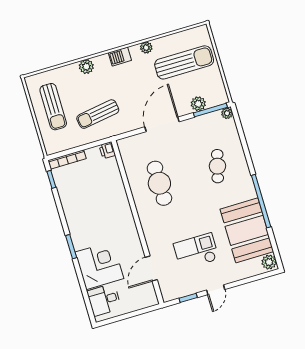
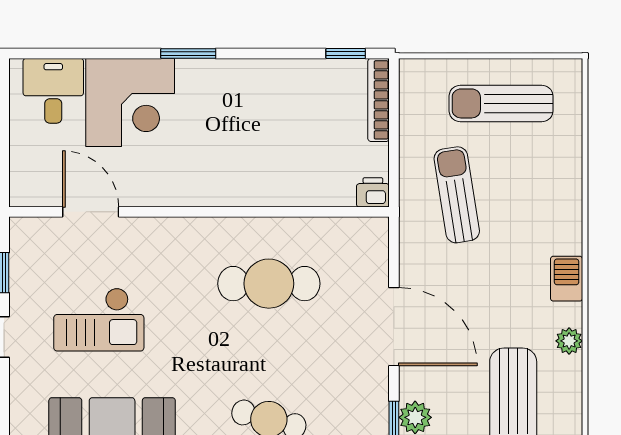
plant: (86, 67) -> (566, 200), removed
checkout: (196, 251) -> (99, 319), turned 90

